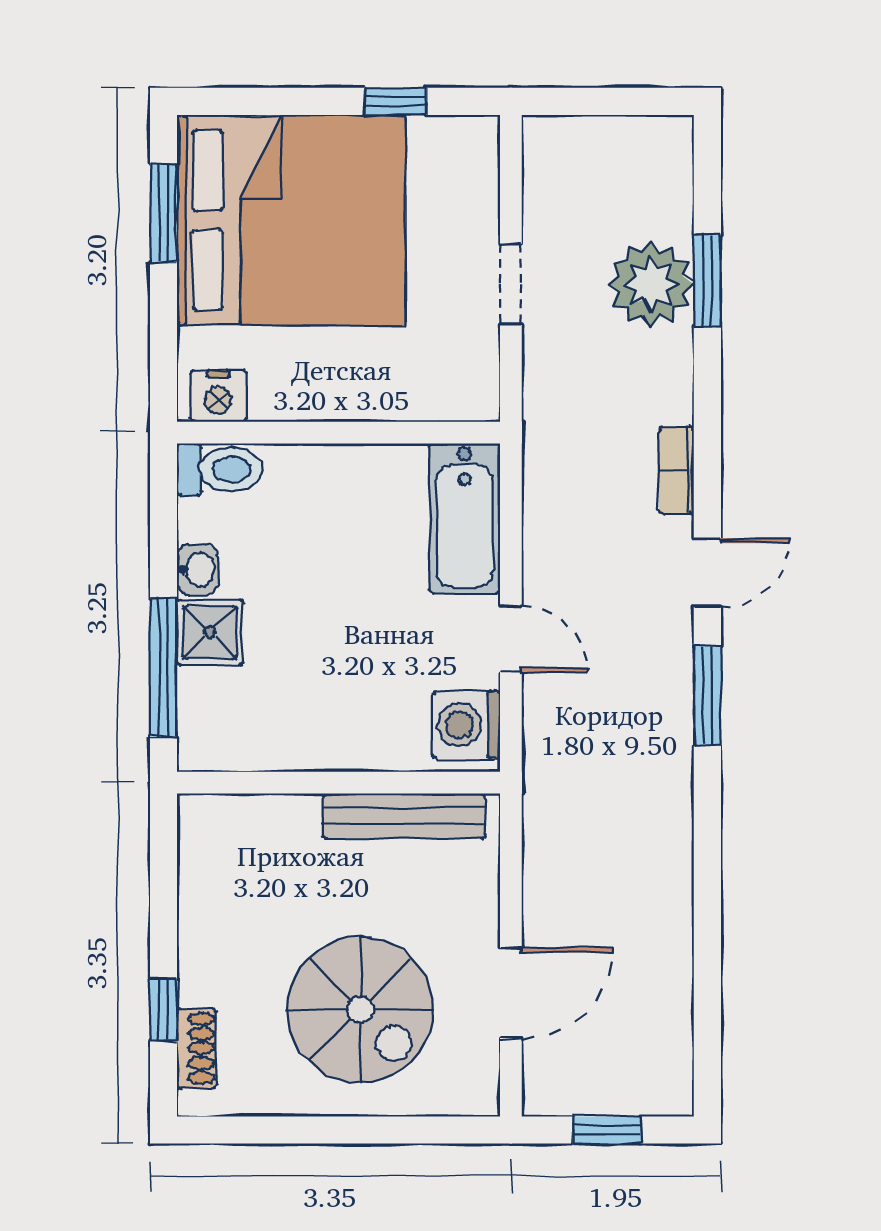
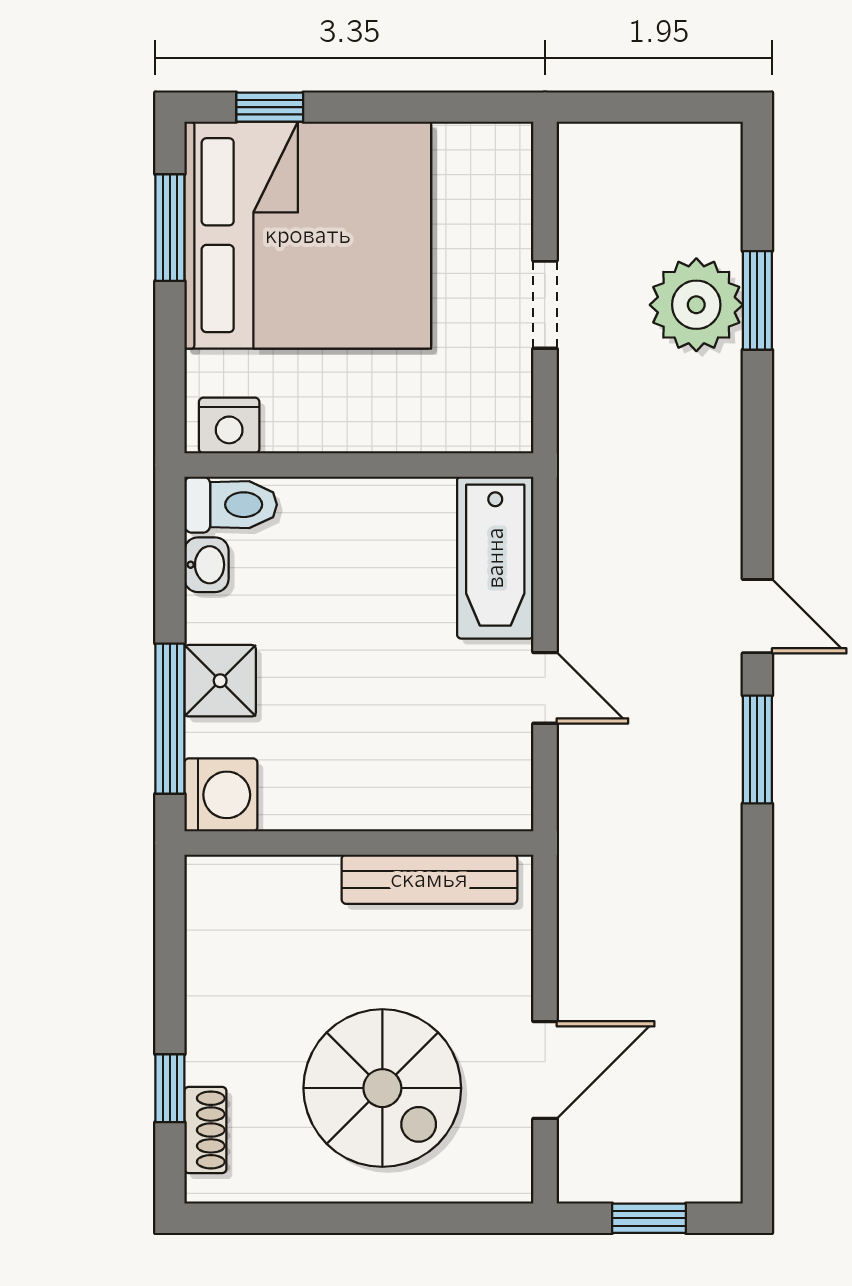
window: (396, 101) -> (270, 107), moved
bookcase: (676, 470) -> (724, 506), removed
washbasin: (197, 570) -> (206, 565), moved
door: (707, 573) -> (757, 616), hinge flipped
washing machine: (466, 725) -> (221, 795), moved, turned 180

